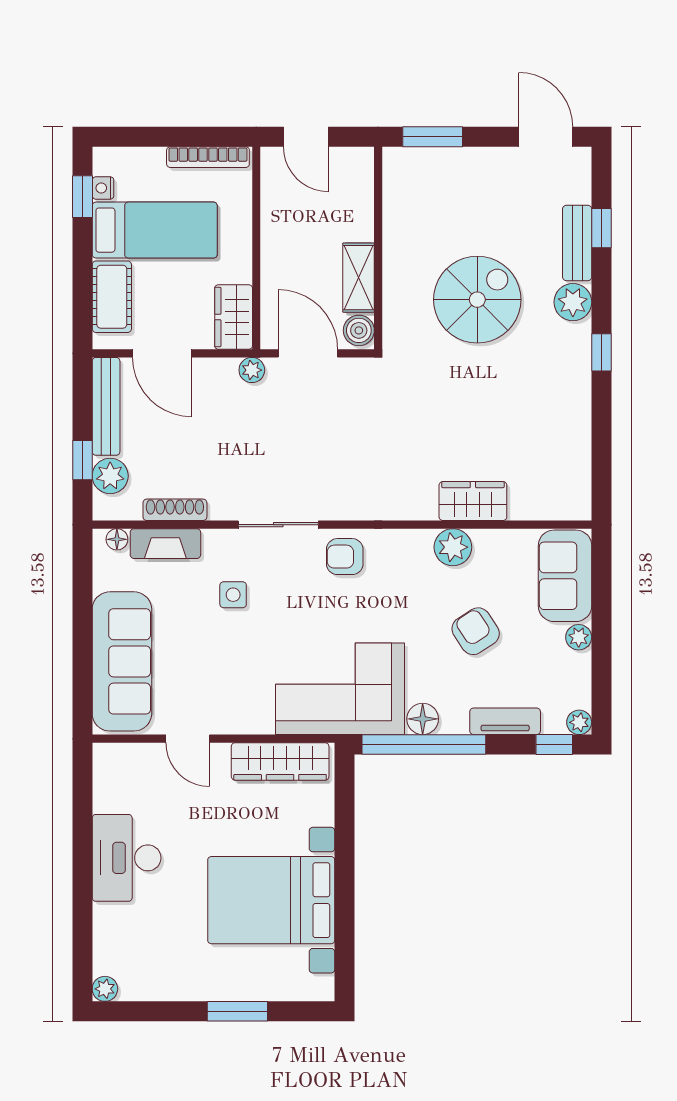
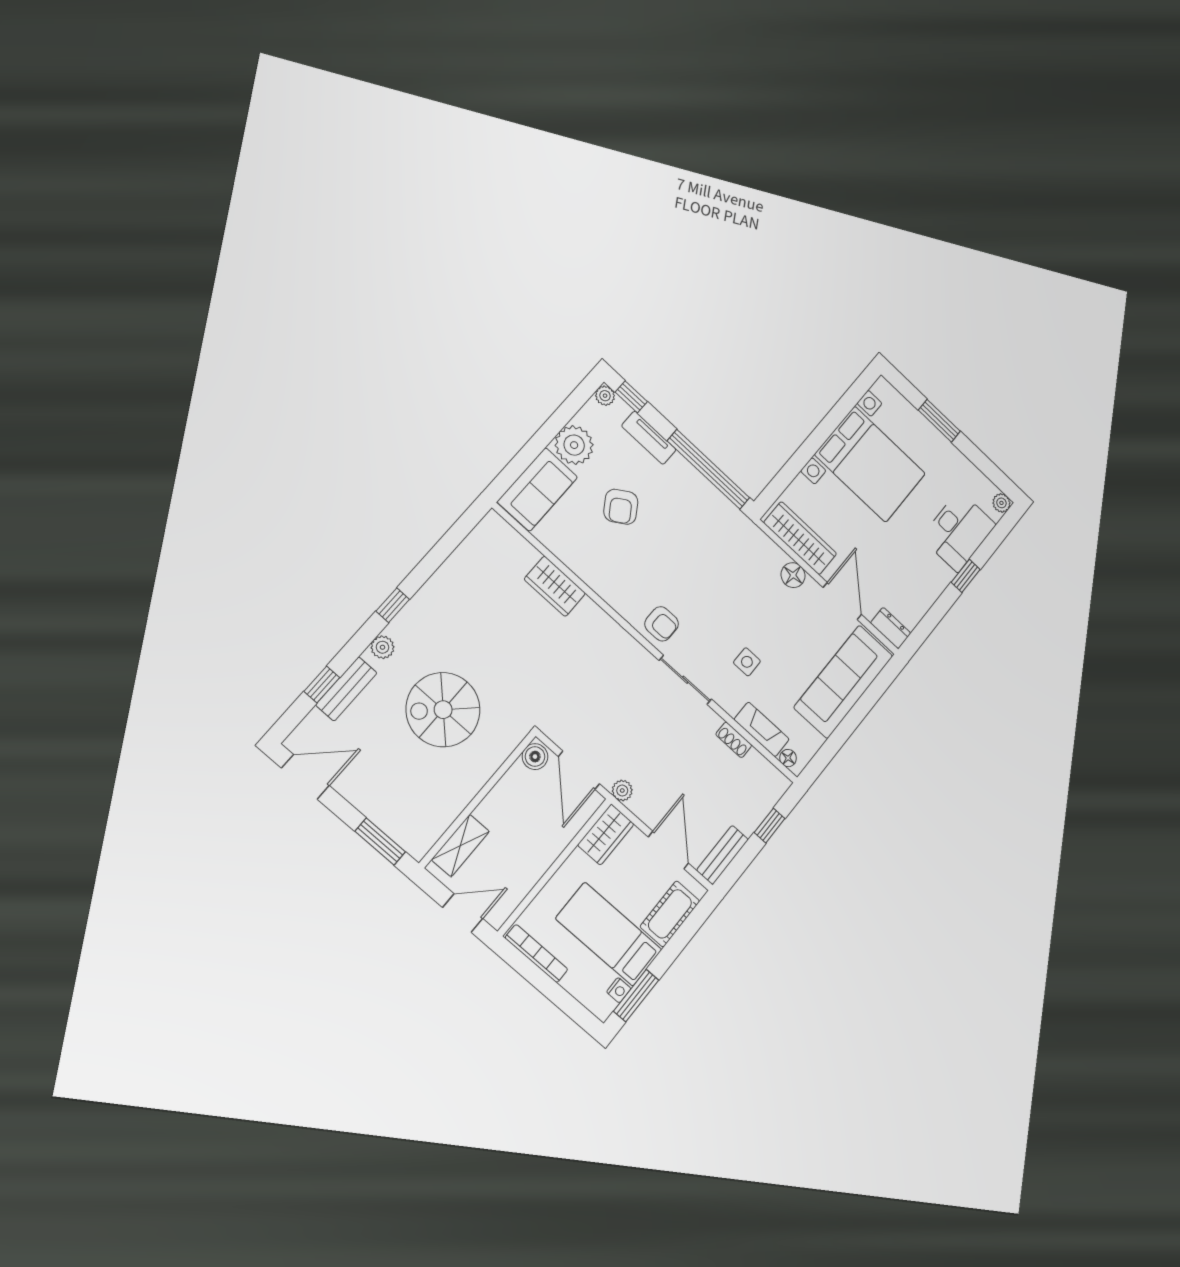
door: (306, 137) -> (463, 913), hinge flipped
door: (546, 137) -> (305, 777), swing flipped
window: (82, 197) -> (636, 996), width x1.50
shelving: (359, 278) -> (460, 845), moved
plant: (573, 302) -> (383, 647), width x0.73, depth x0.73
bench: (106, 406) -> (722, 855), width x0.73
plant: (110, 476) -> (761, 801), removed
shoe rack: (175, 510) -> (734, 740), width x0.70
plant: (453, 547) -> (591, 570), removed
plant: (579, 637) -> (574, 445), width x1.87, depth x1.87
corner sofa: (340, 689) -> (730, 548), removed
floor lamp: (423, 719) -> (793, 575), moved
door: (188, 739) -> (842, 601), width x1.38
dresser: (117, 757) -> (891, 628), added
desk: (127, 858) -> (958, 531), moved
window: (82, 880) -> (966, 576), added

